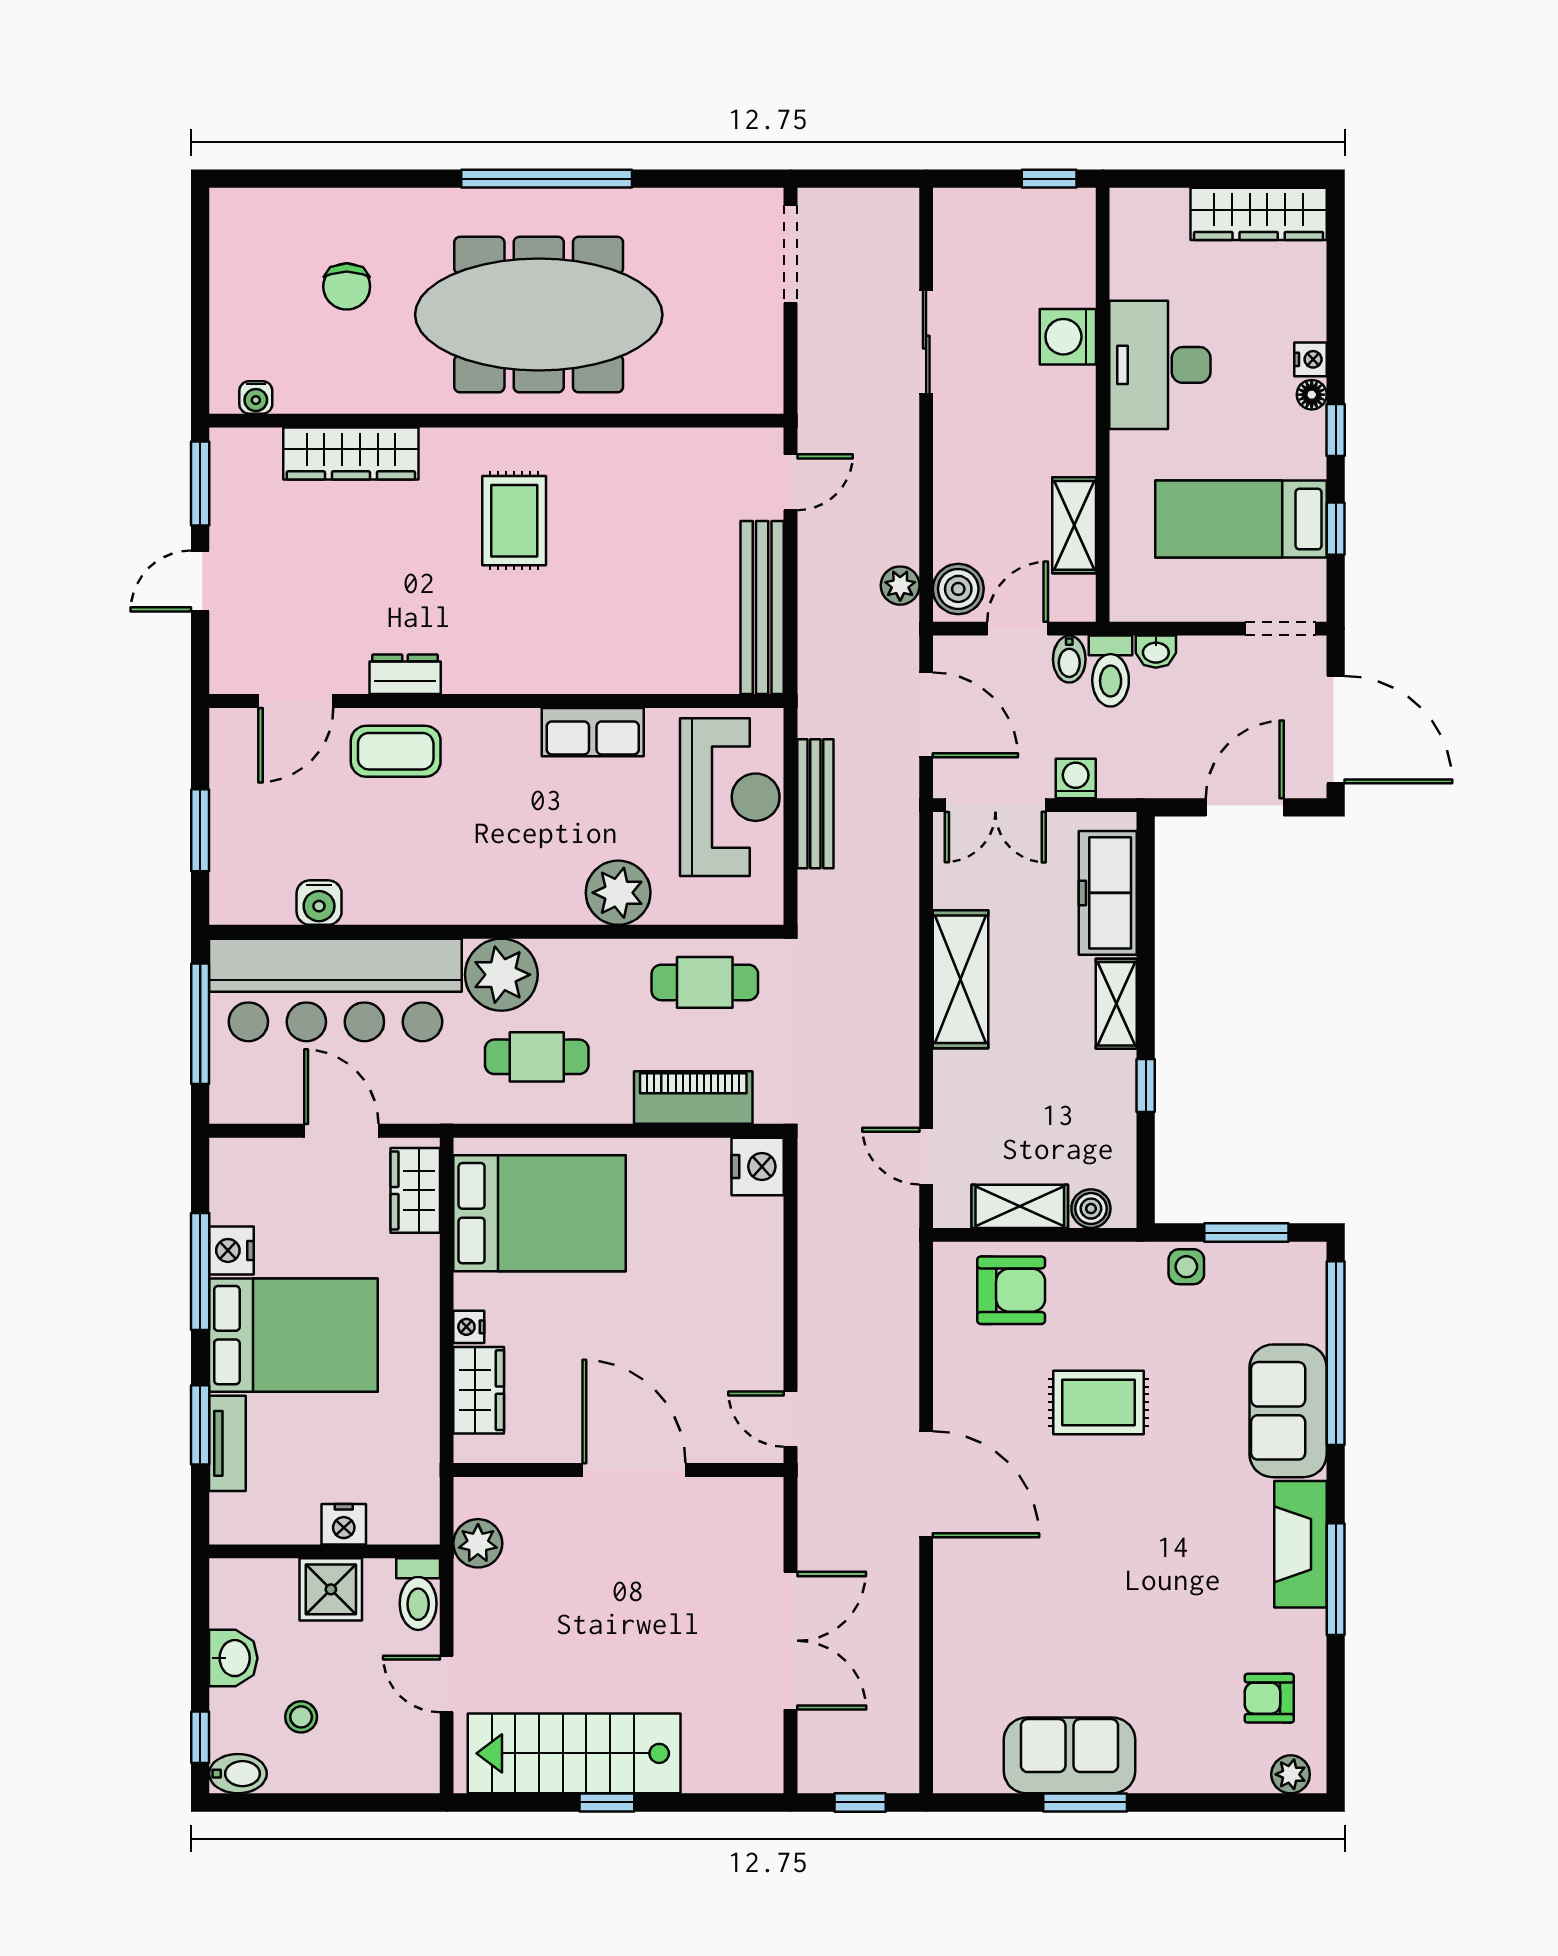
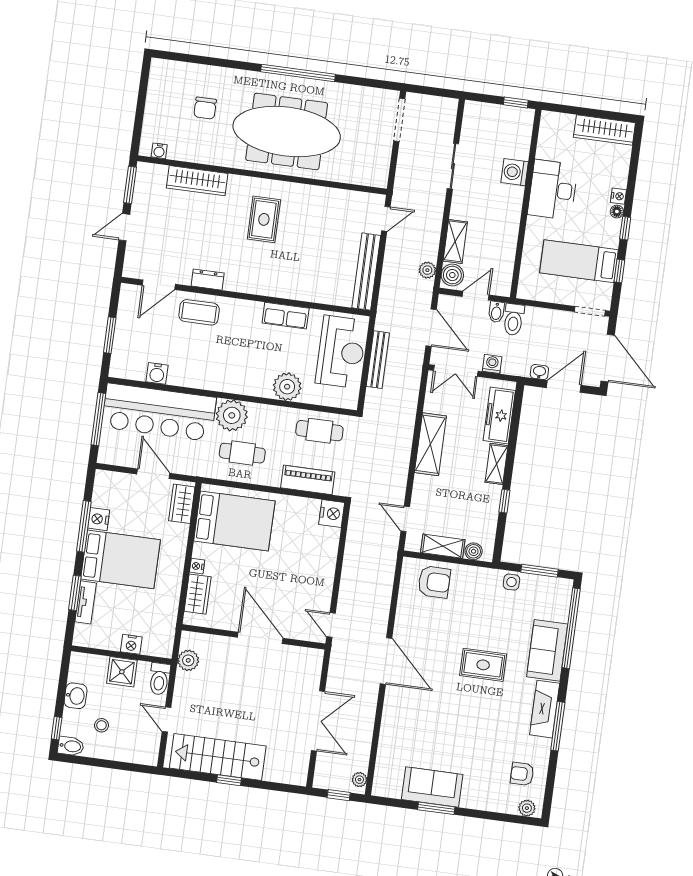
shelving: (1074, 525) -> (455, 241), moved
washbasin: (1156, 652) -> (539, 372), moved, turned 180
rug: (1099, 1402) -> (483, 665), moved
plant: (902, 1761) -> (359, 780), added

